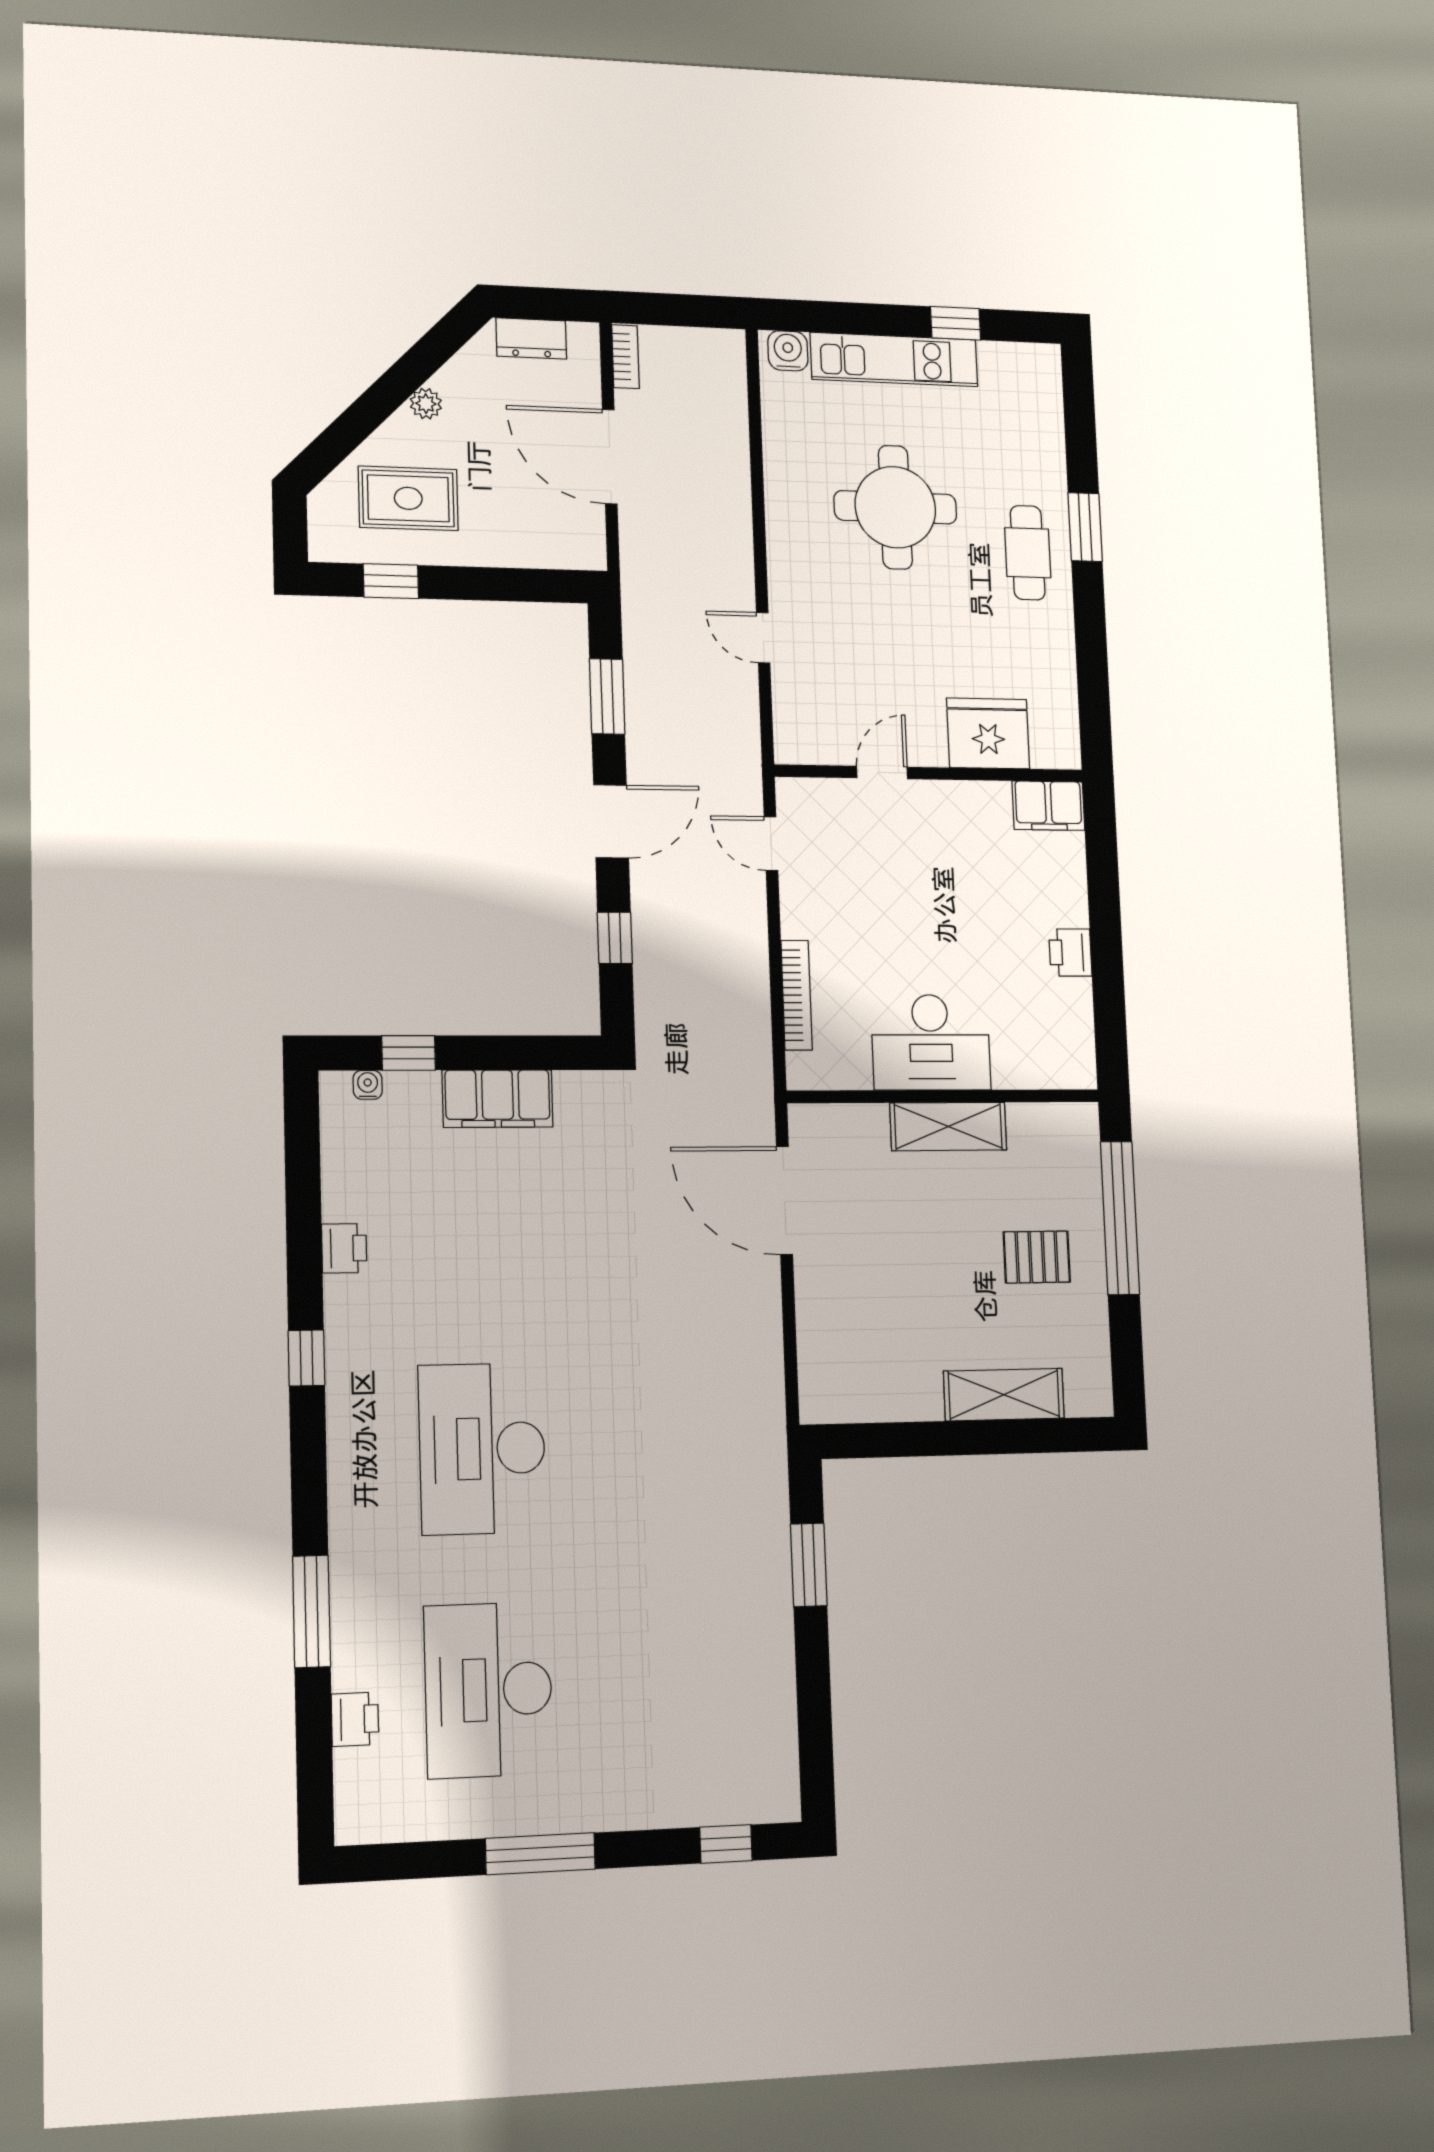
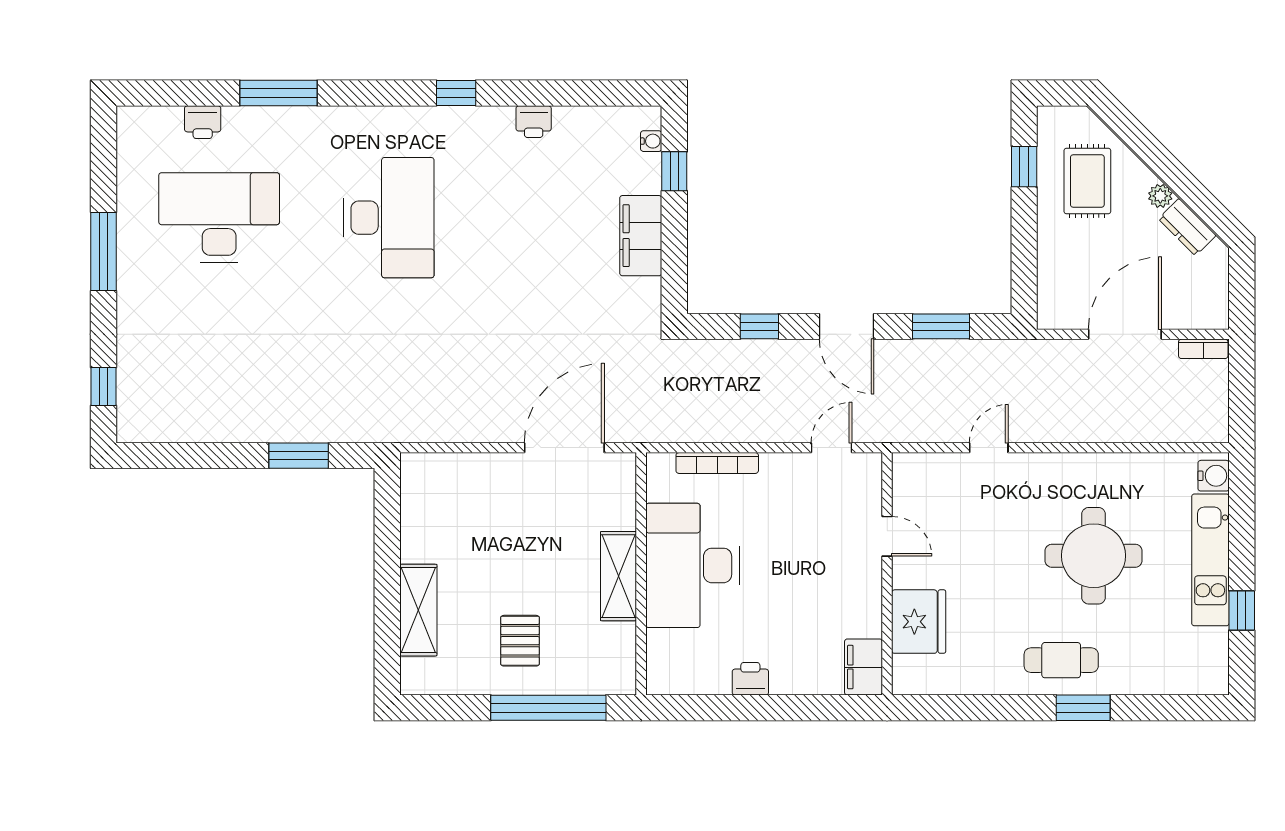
dresser: (531, 338) -> (1187, 227), moved, turned -45
desk: (931, 1042) -> (692, 565), width x1.36, depth x1.30
desk: (482, 1449) -> (389, 218), turned 90

